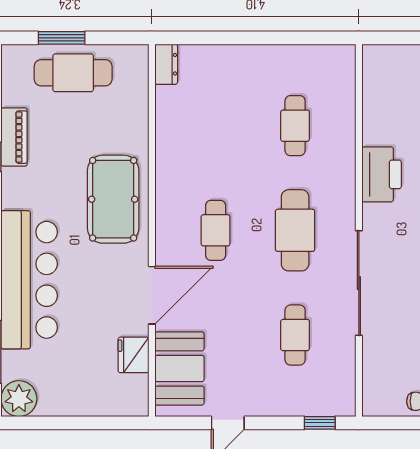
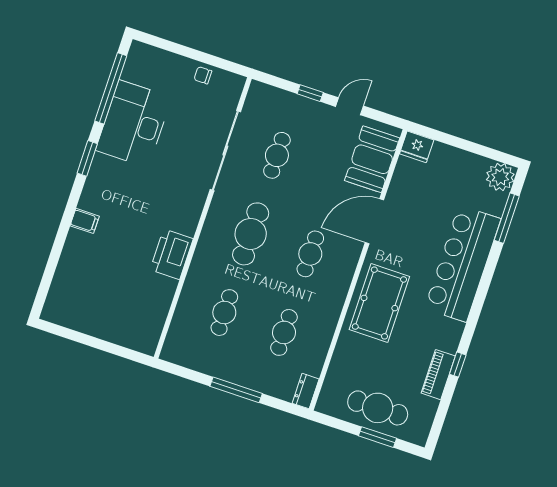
window: (250, 38) -> (236, 390), added
cafe table: (216, 126) -> (284, 332), added
sliding door: (359, 283) -> (225, 151), moved
fridge: (133, 355) -> (417, 147), moved, turned 90
window: (320, 423) -> (310, 93), moved

